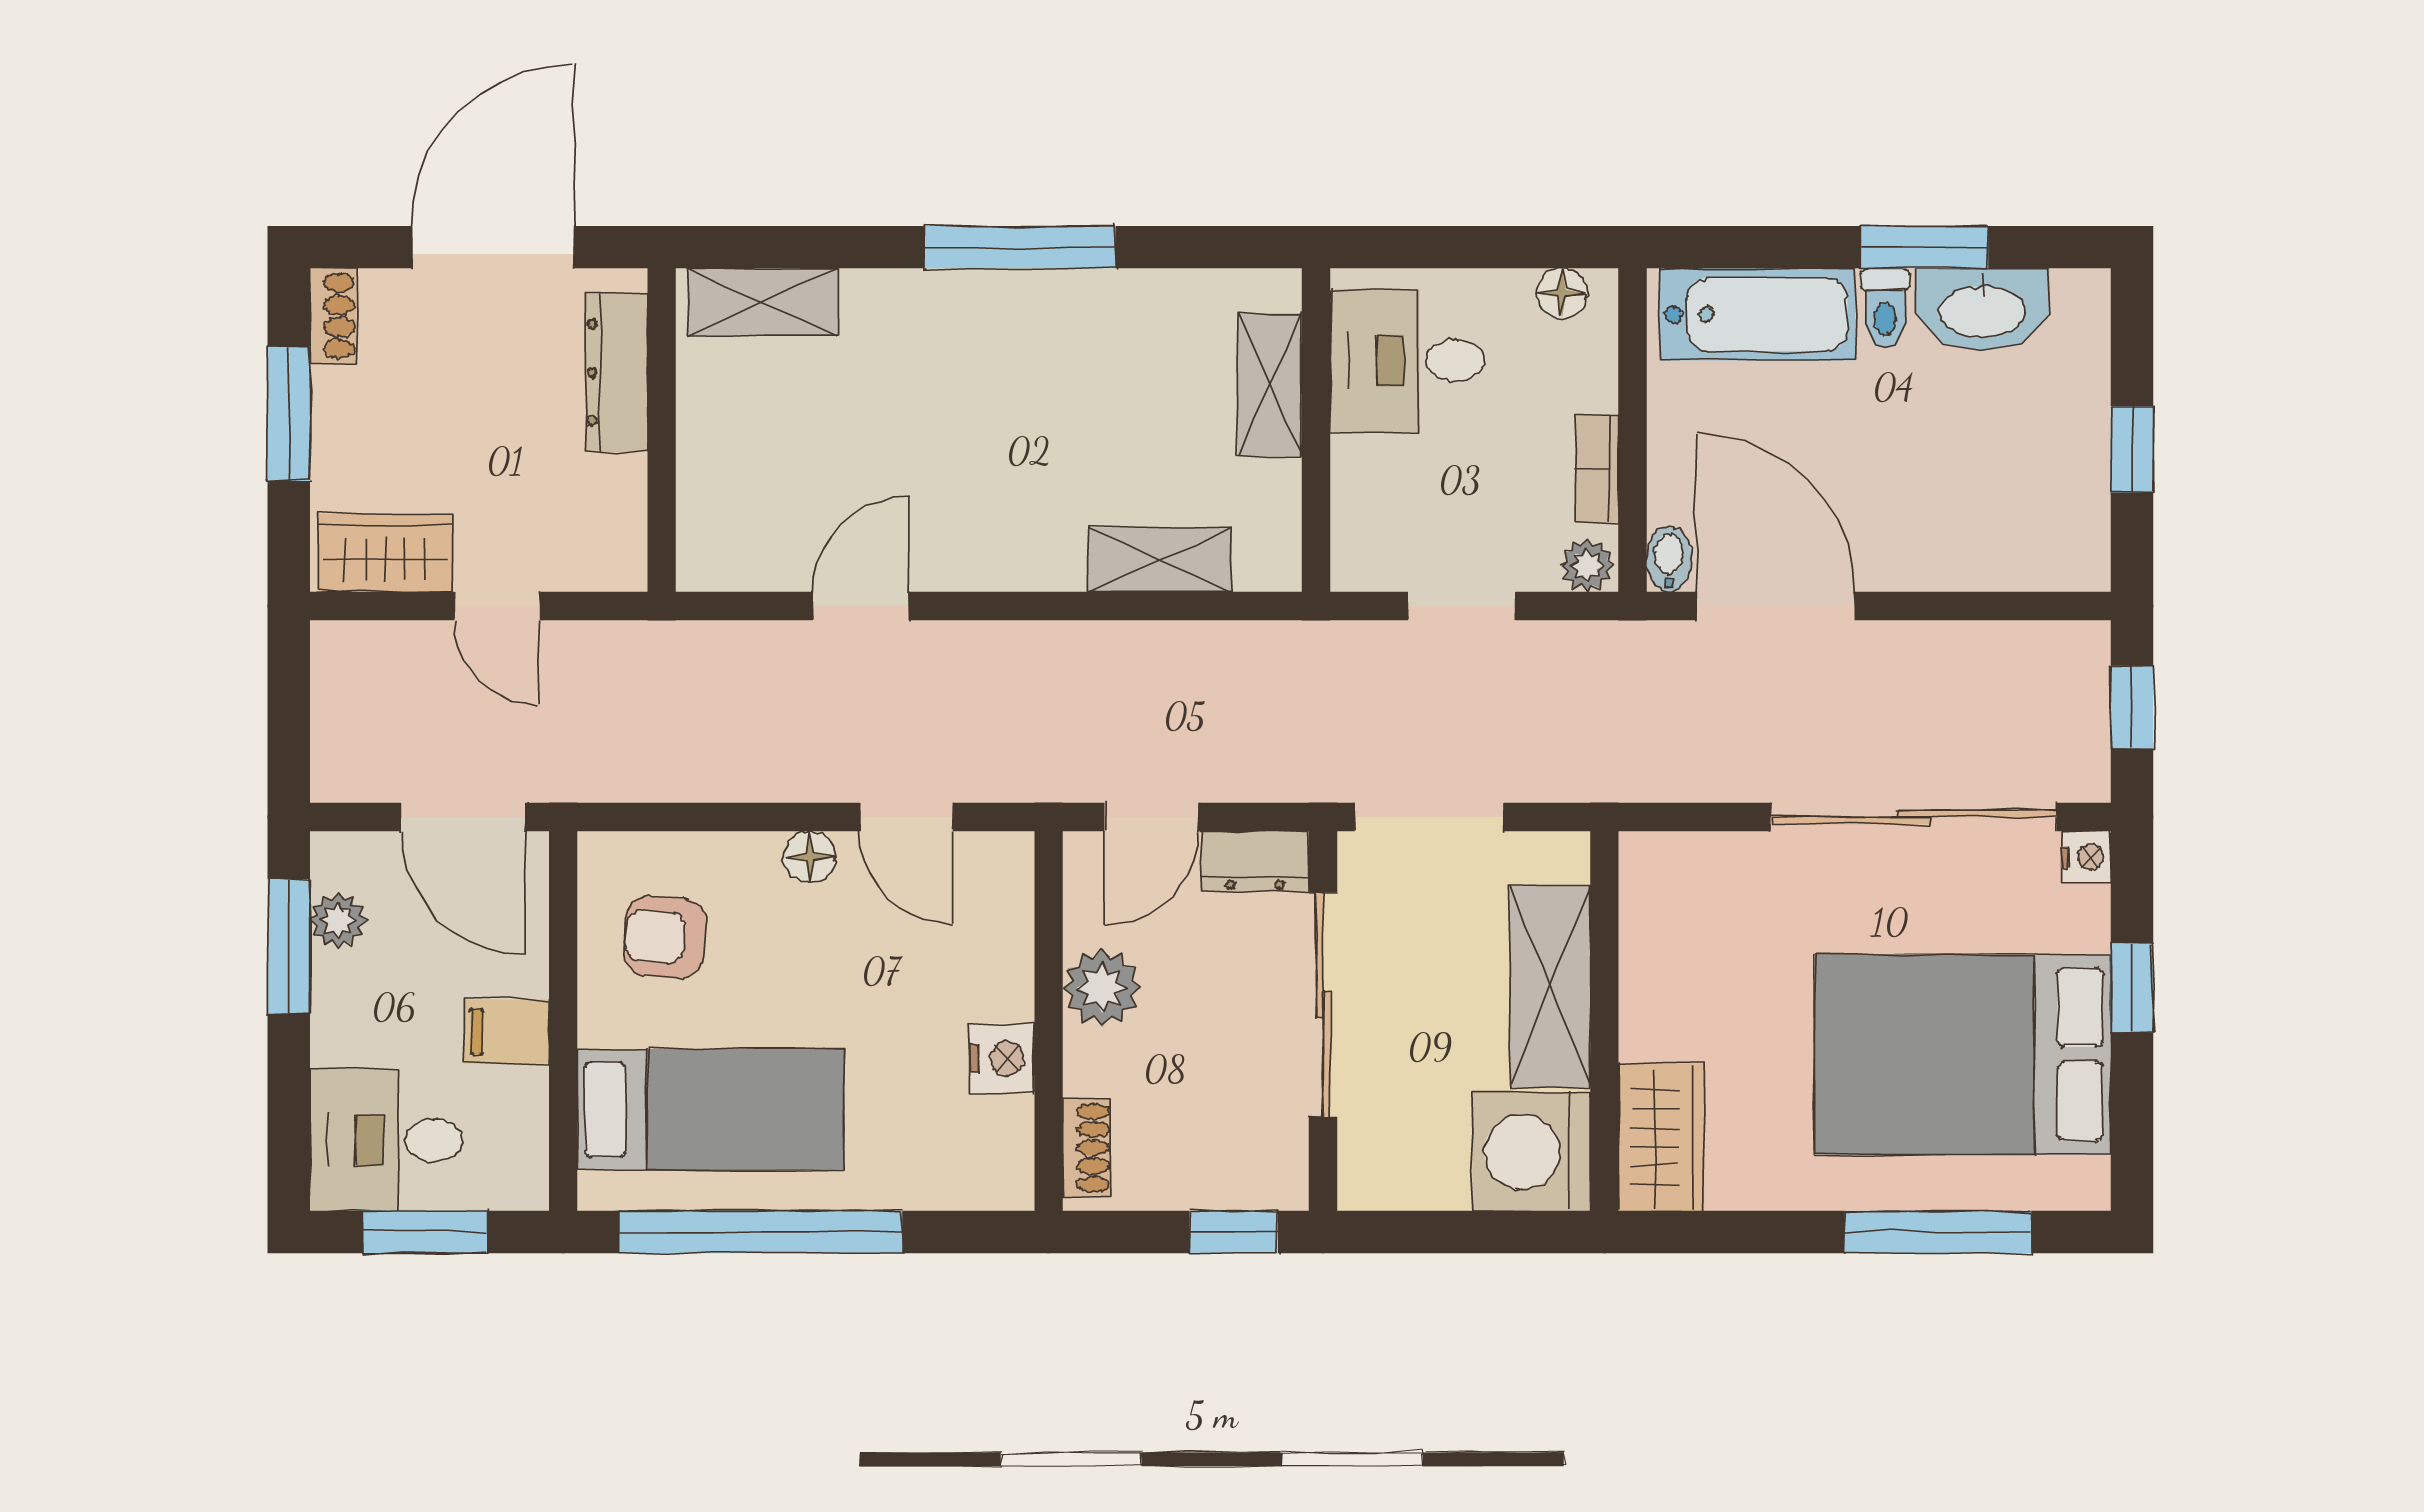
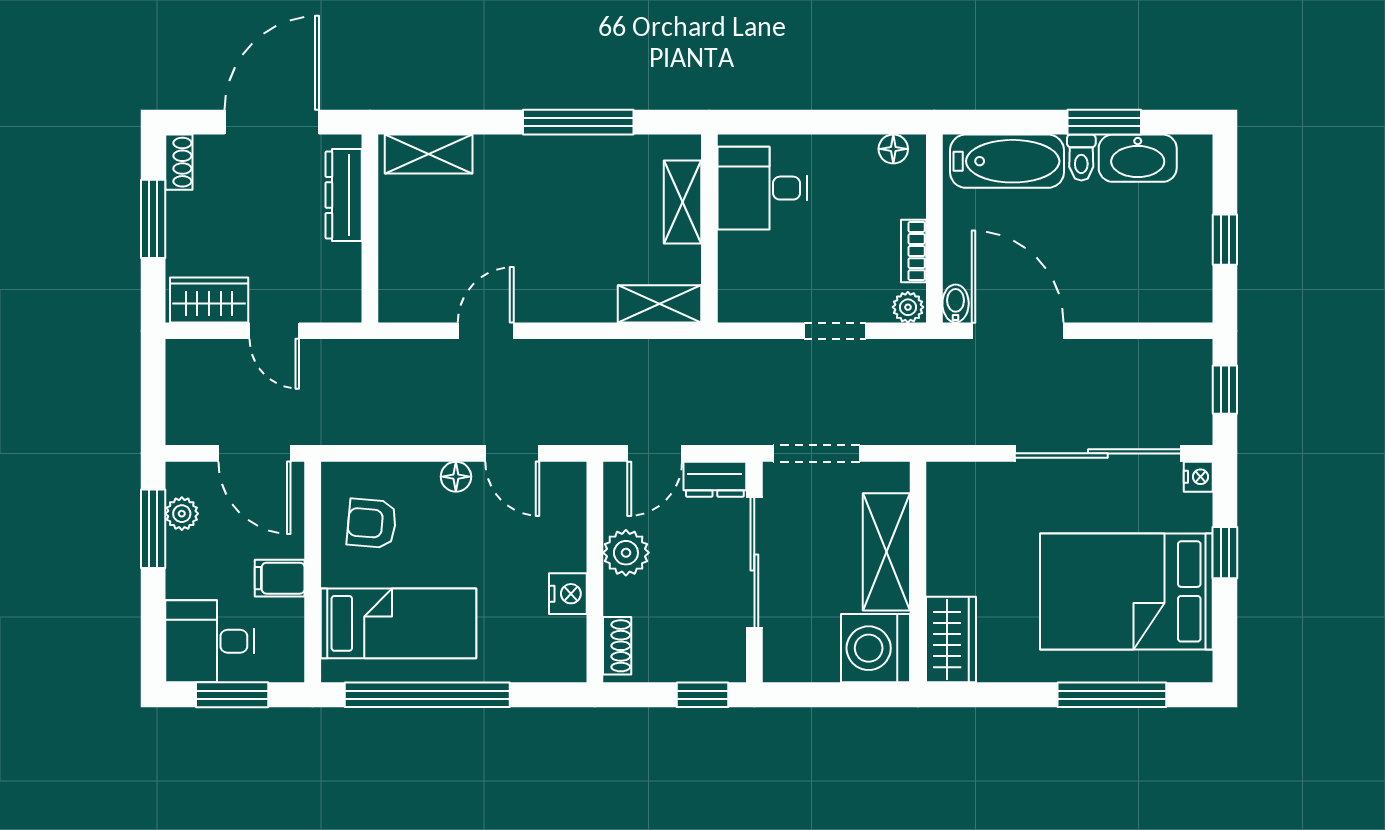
desk: (1407, 361) -> (762, 188), moved
shelving: (1270, 385) -> (683, 202), moved
wall: (1316, 430) -> (709, 228), moved

